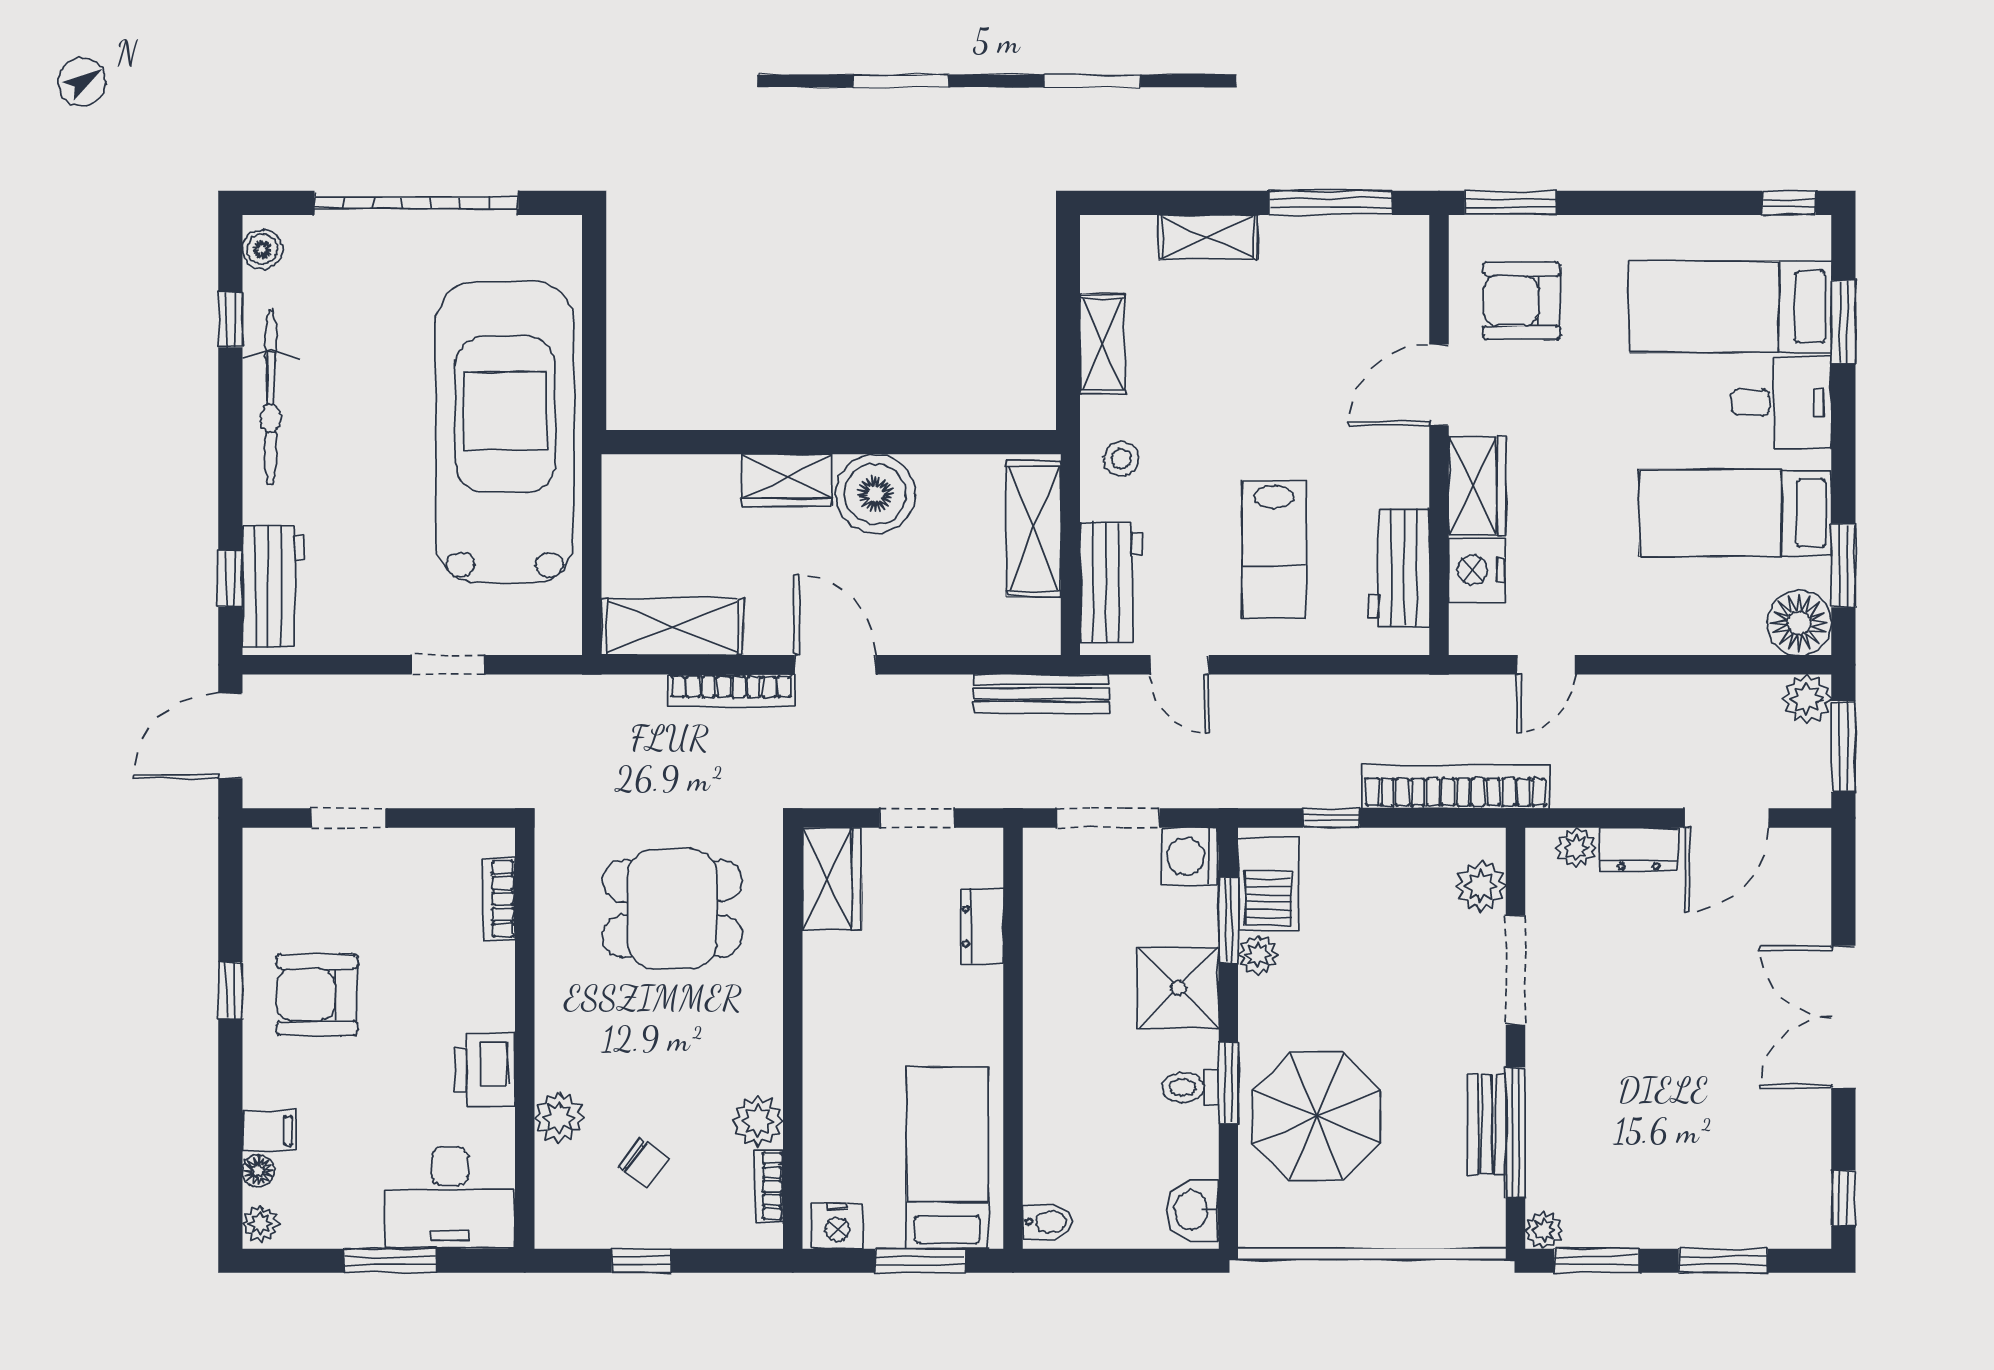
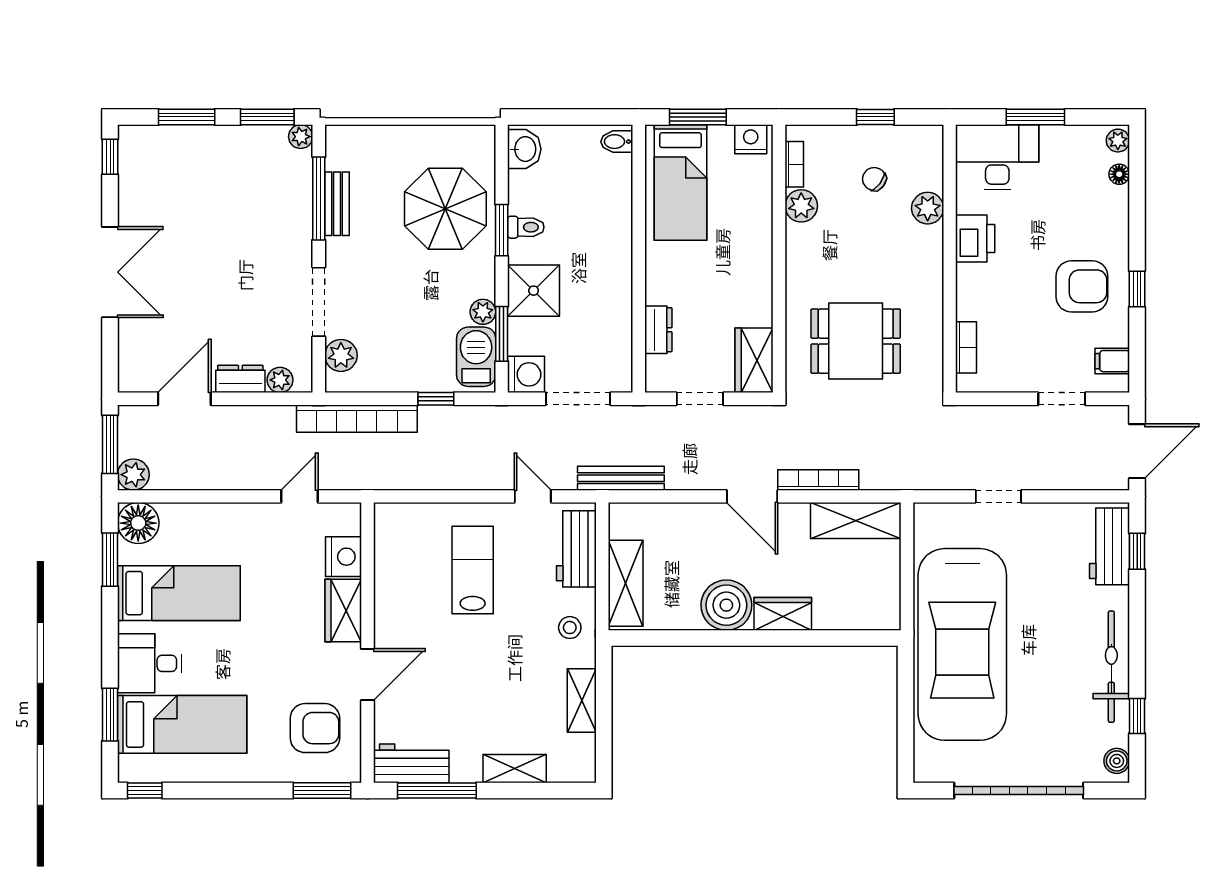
workbench: (1399, 568) -> (411, 763), moved, turned -90
filing cabinet: (269, 1131) -> (1112, 361), moved

